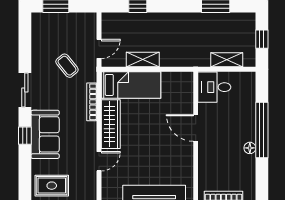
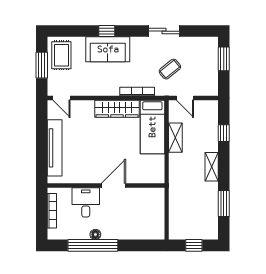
shelving: (227, 60) -> (212, 167), moved
desk: (214, 87) -> (86, 202), moved
sliding door: (25, 90) -> (164, 31), moved
window: (262, 130) -> (93, 245), moved
door: (99, 161) -> (62, 98), moved

